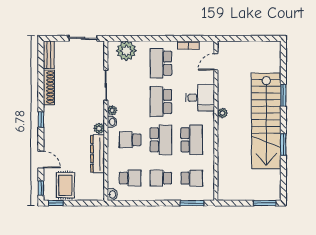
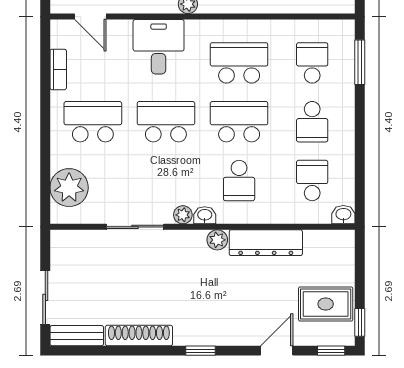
sliding door: (83, 38) -> (45, 297), moved
school desk: (161, 63) -> (93, 122), turned 180
school desk: (161, 102) -> (166, 122), turned 180

